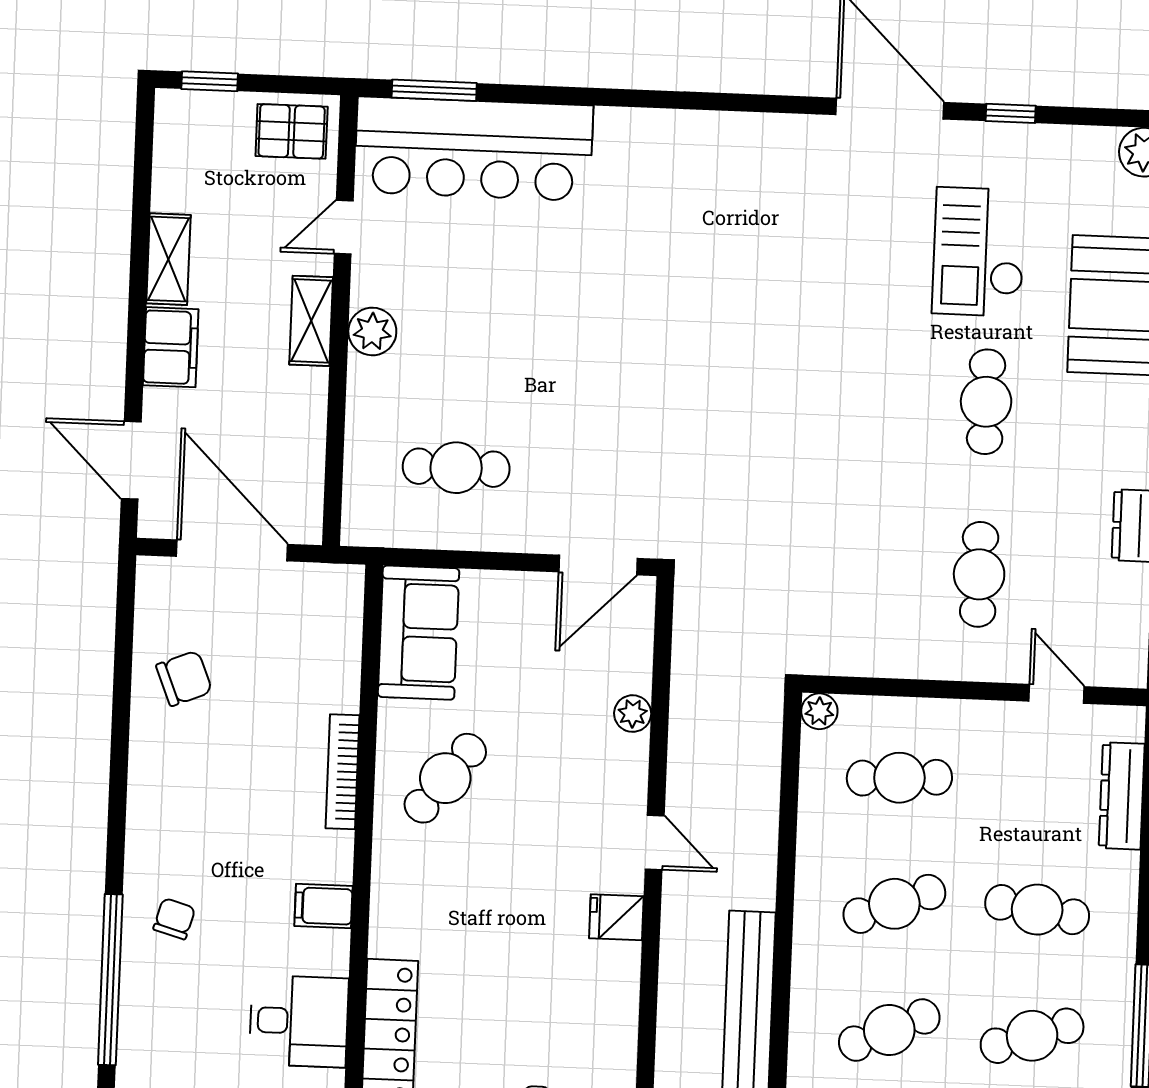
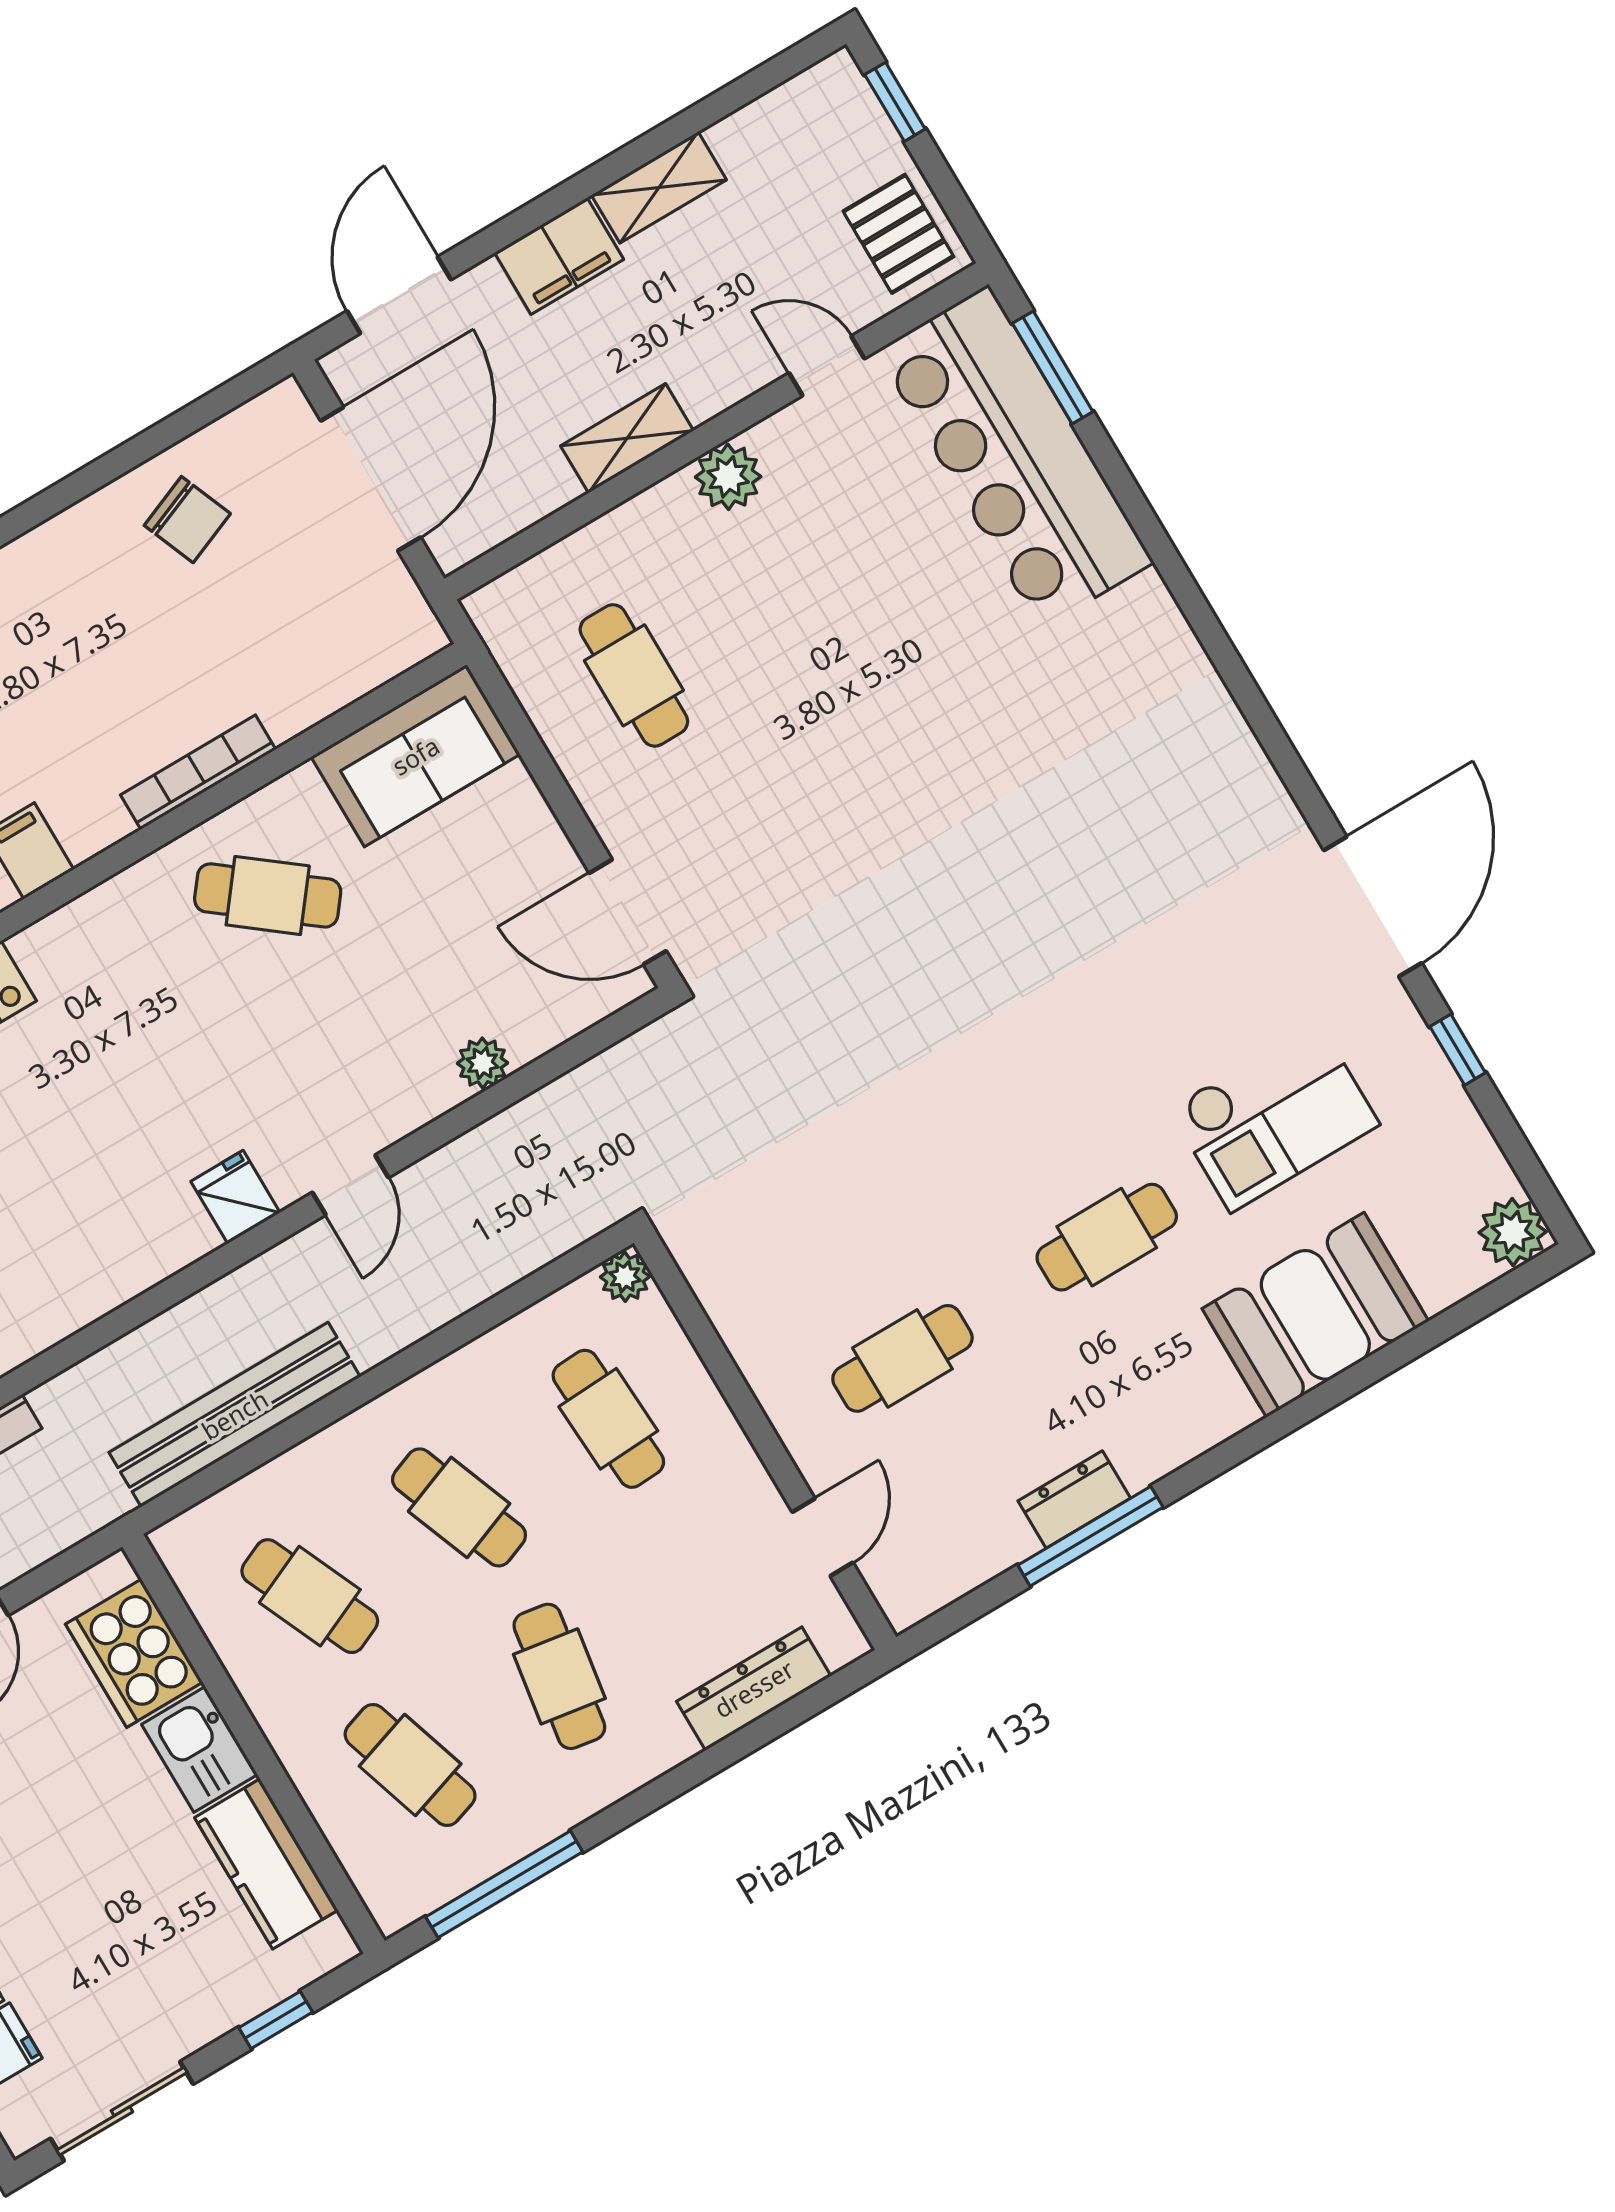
checkout: (979, 252) -> (1274, 1117), turned 180
shelving: (311, 321) -> (627, 438), moved

